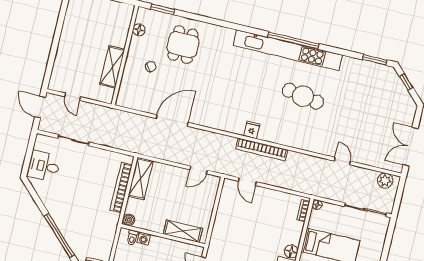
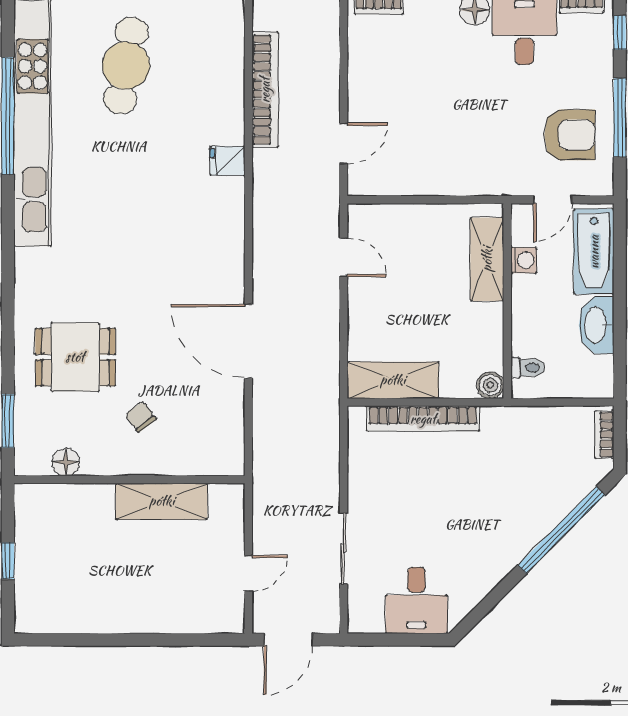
bookcase: (262, 149) -> (265, 90), moved
washing machine: (144, 238) -> (524, 260), moved

